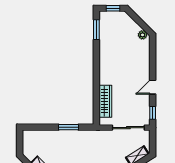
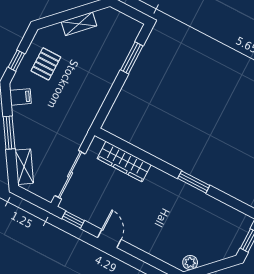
window: (96, 30) -> (194, 182), moved
window: (69, 127) -> (132, 58), moved

